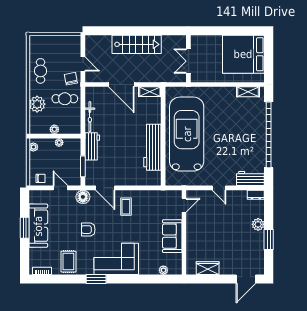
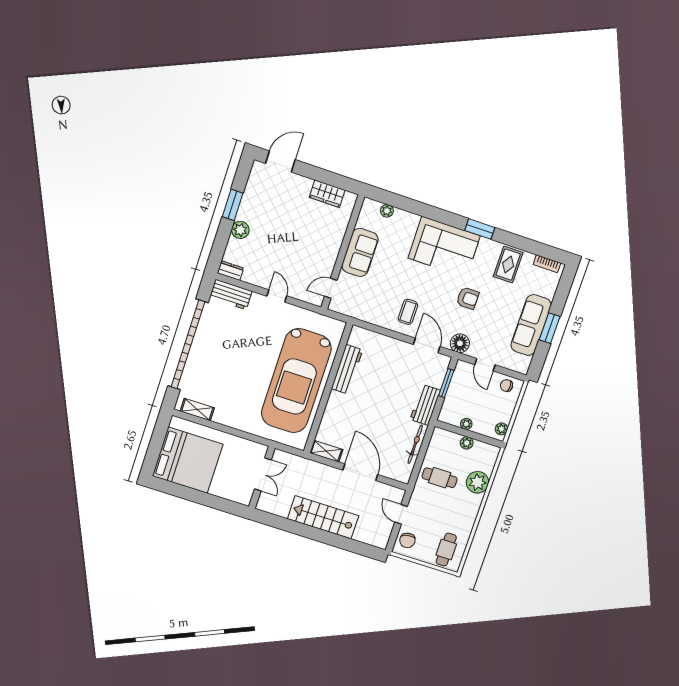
cafe table: (41, 71) -> (446, 550), moved
chair: (71, 79) -> (407, 540), moved
workbench: (152, 147) -> (347, 369), width x0.73, depth x0.76

